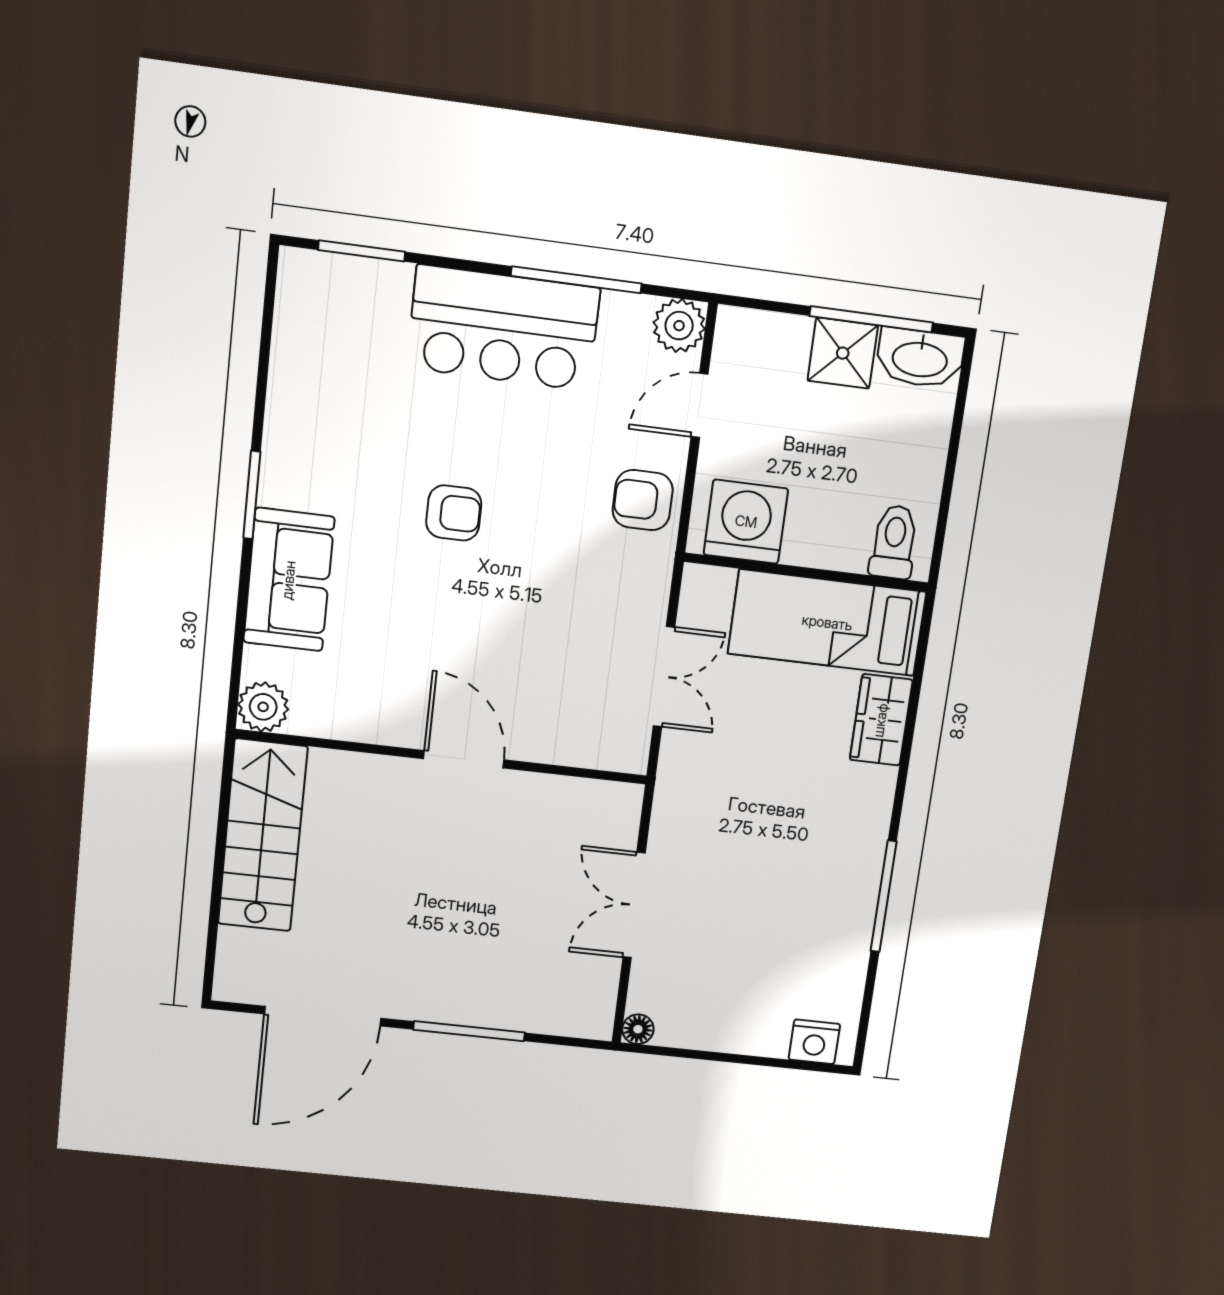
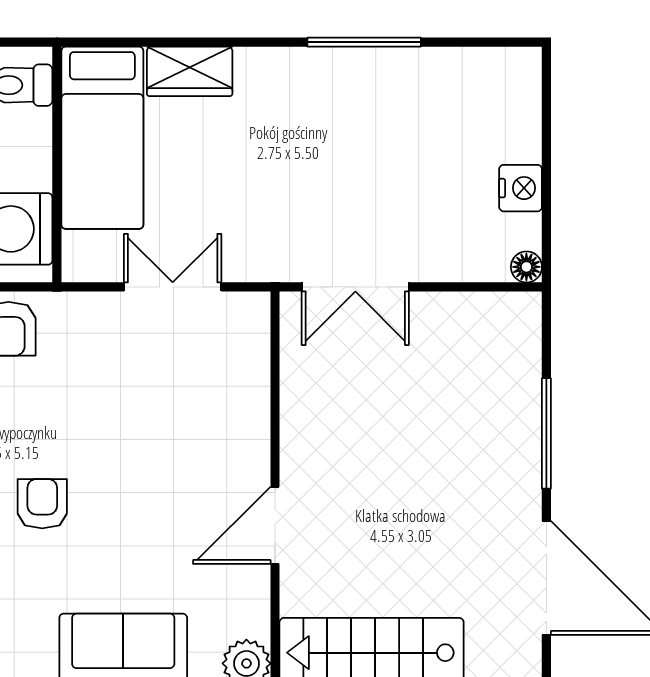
door: (464, 759) -> (275, 525), moved
double door: (634, 905) -> (355, 287), moved
nightstand: (814, 1042) -> (521, 188), moved

